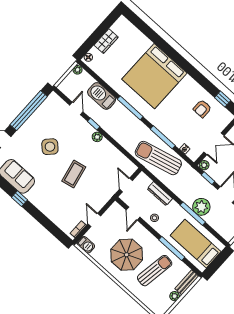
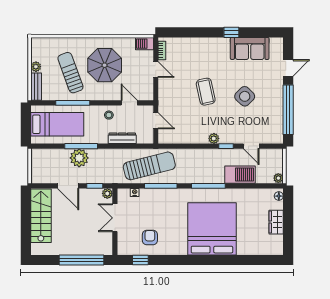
sun lounger: (155, 271) -> (70, 73), turned 151

